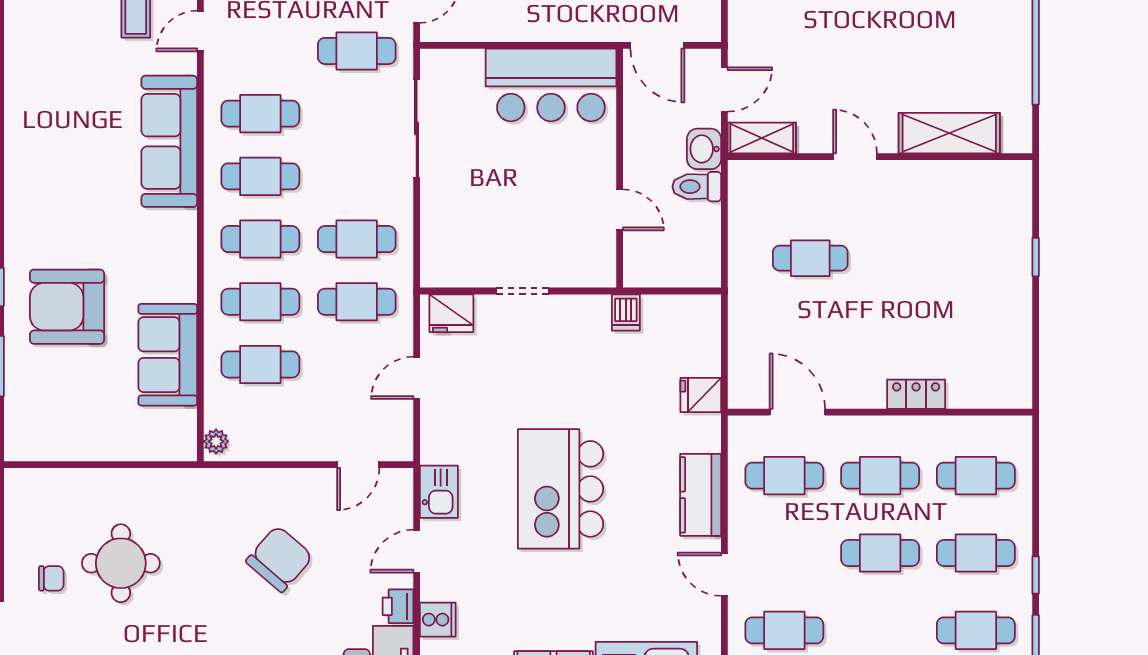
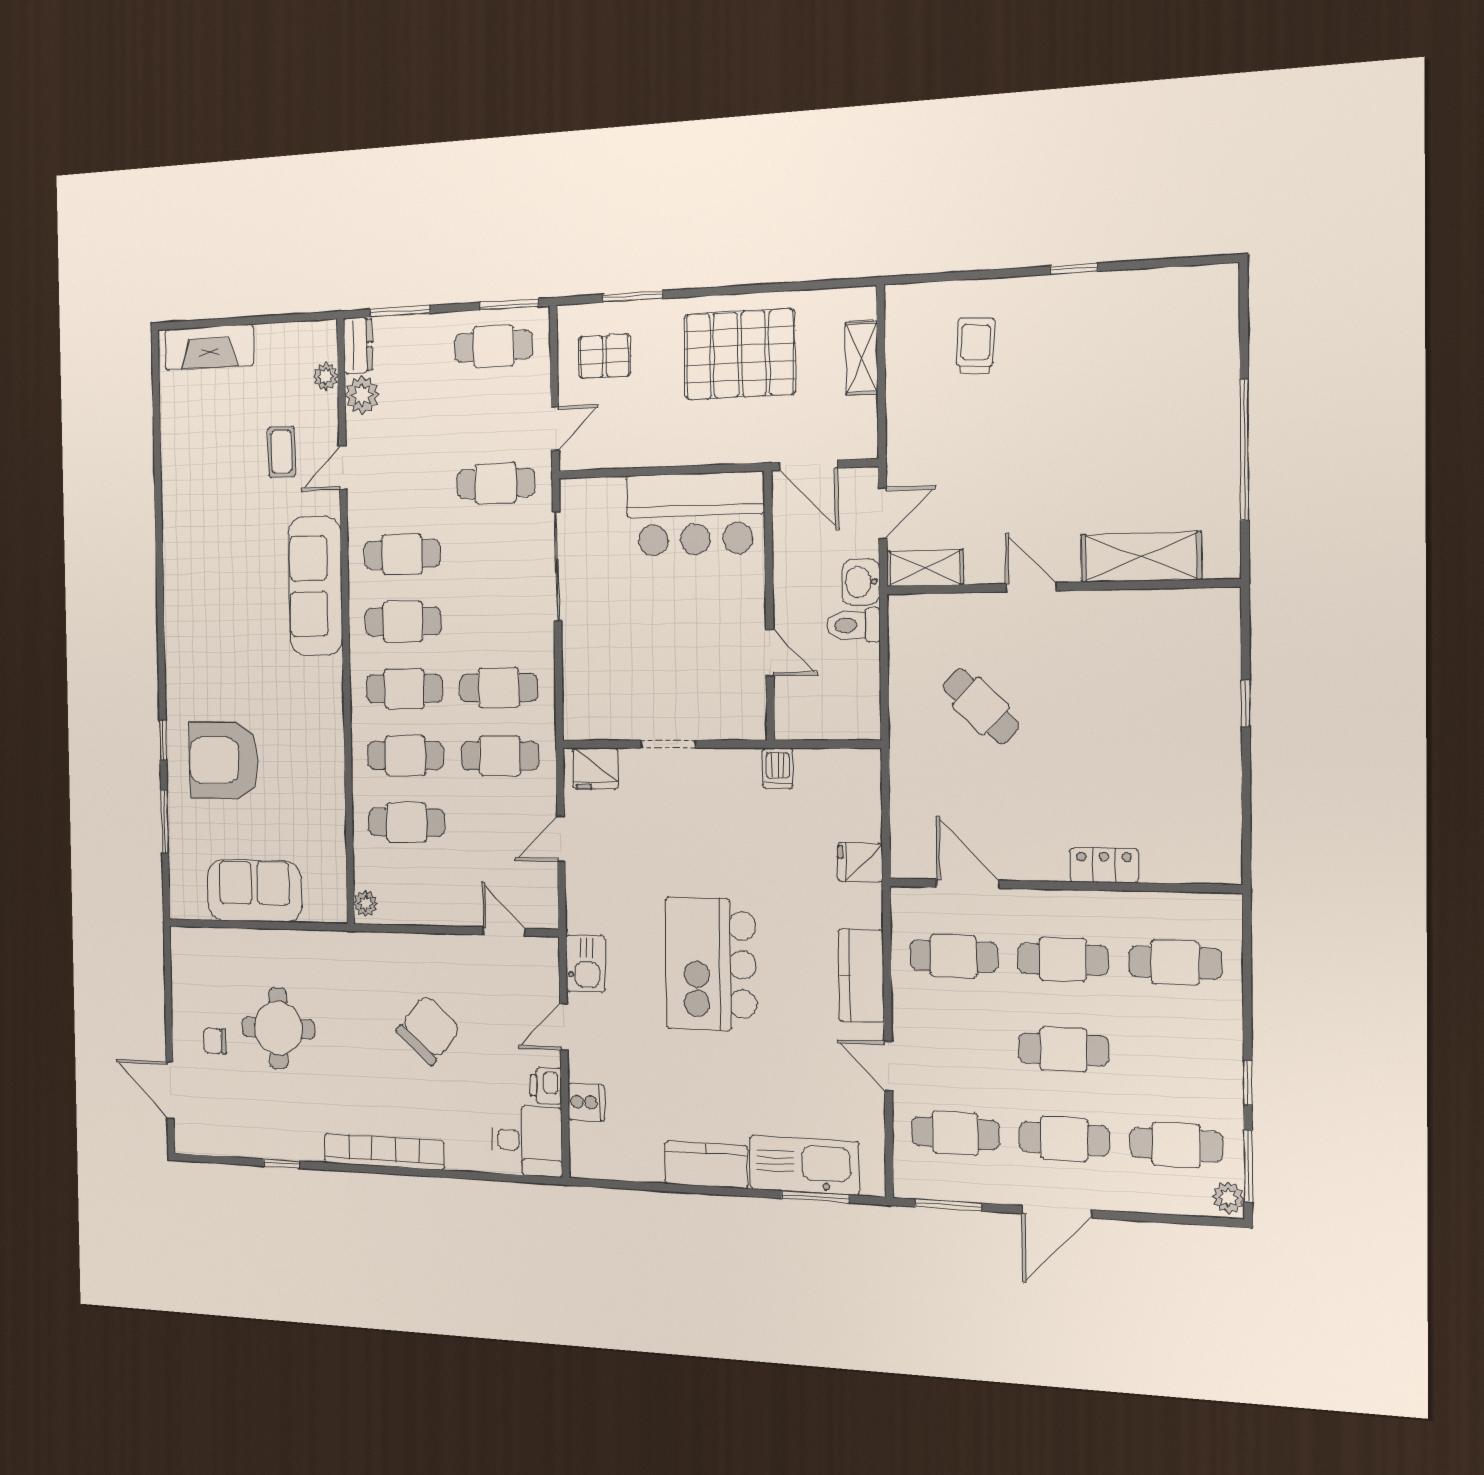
cafe table: (810, 258) -> (981, 706), turned 44
sofa: (168, 355) -> (254, 891), moved, turned 90
door: (358, 465) -> (504, 932), swing flipped
cafe table: (976, 553) -> (1064, 1139), moved
chair: (51, 578) -> (215, 1041), turned 180

